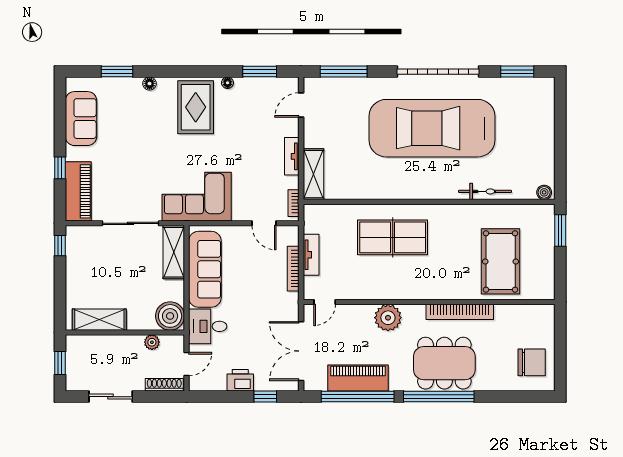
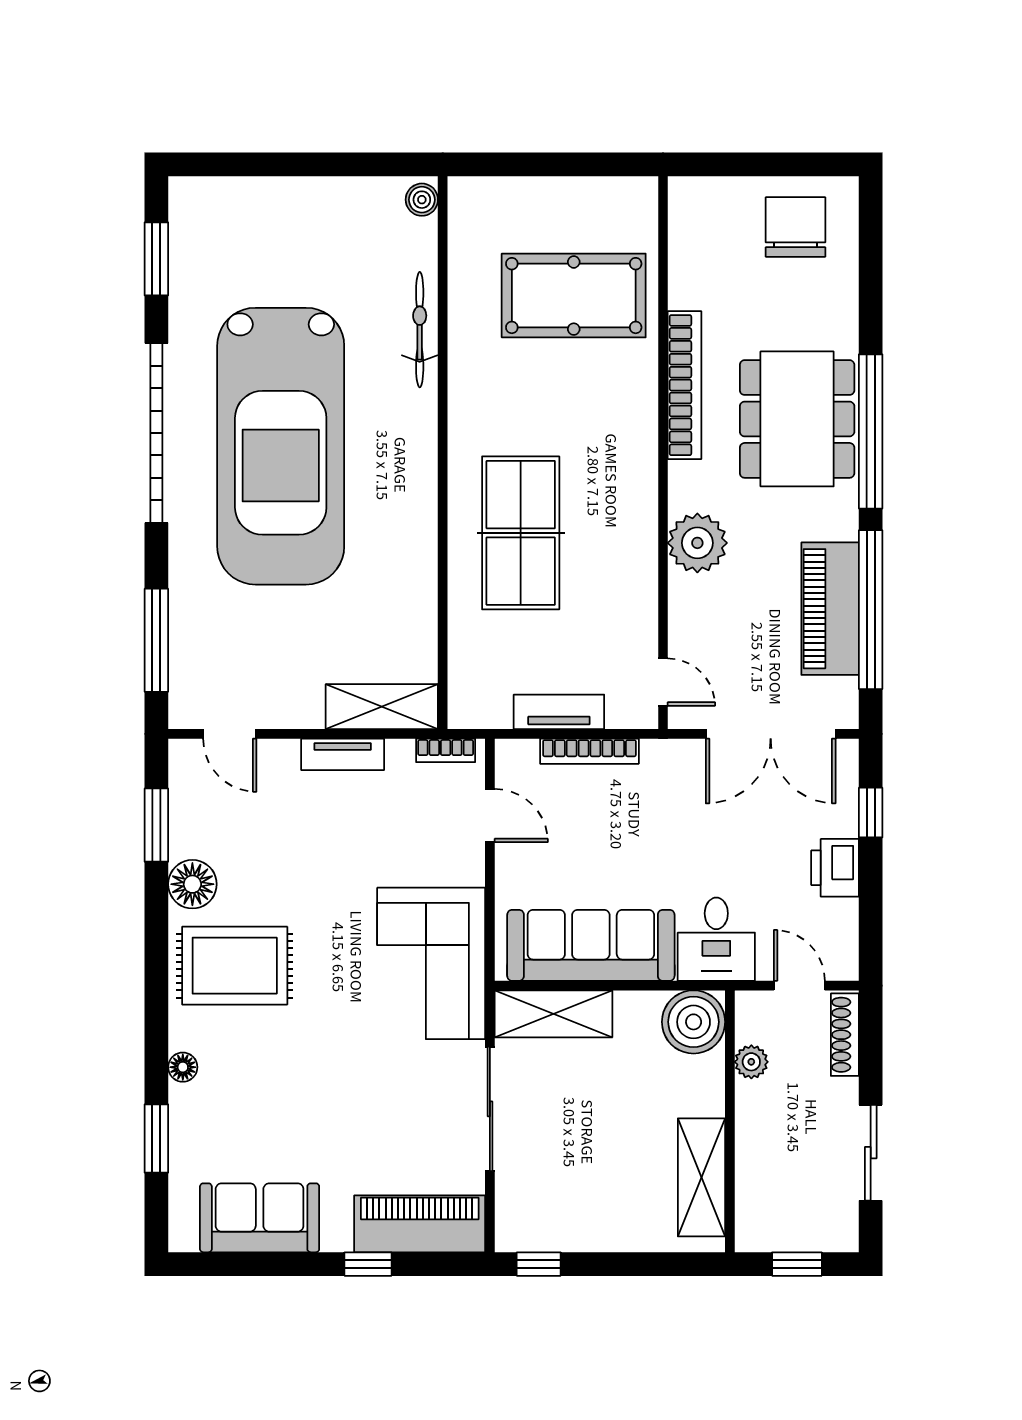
floor lamp: (228, 83) -> (192, 884), width x1.89, depth x1.89
door: (264, 223) -> (490, 816), hinge flipped
window: (560, 230) -> (506, 164), removed

